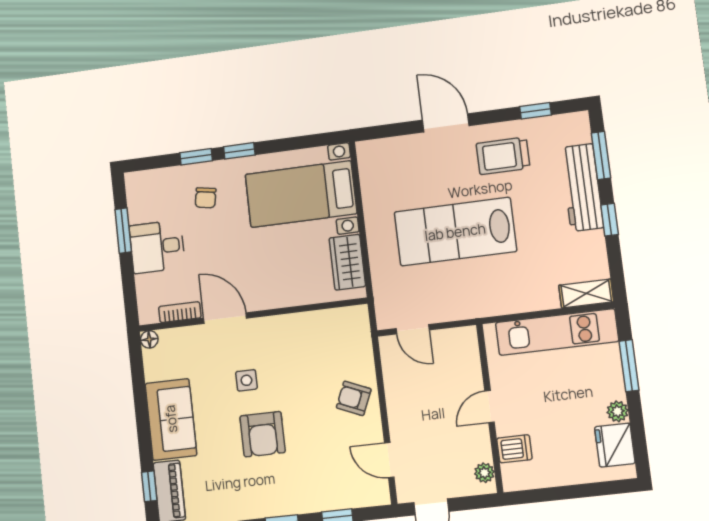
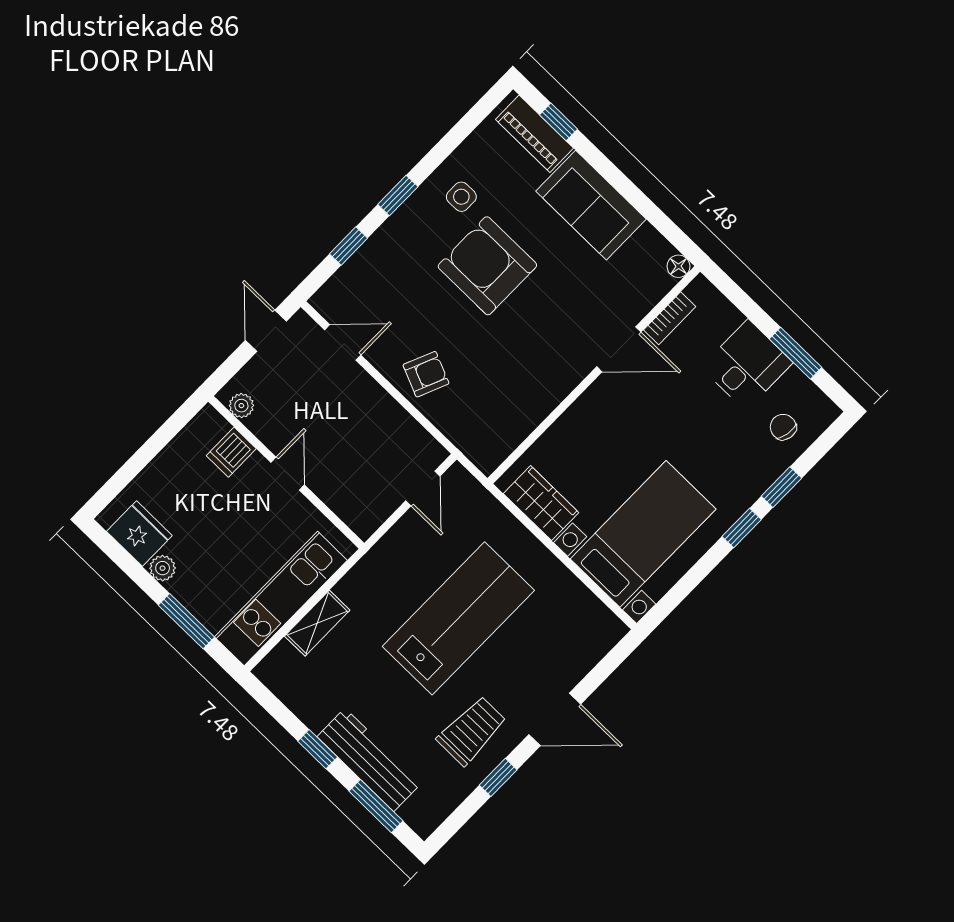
window: (535, 111) -> (498, 777), moved
chair: (206, 198) -> (783, 427), moved
shelving: (586, 294) -> (317, 623), moved
door: (413, 329) -> (423, 489), swing flipped
side table: (246, 380) -> (461, 197), moved
armchair: (263, 434) -> (487, 266), width x1.36, depth x1.36

